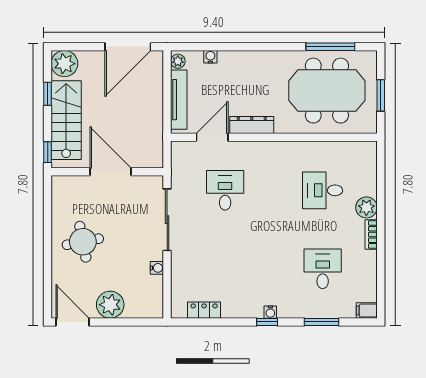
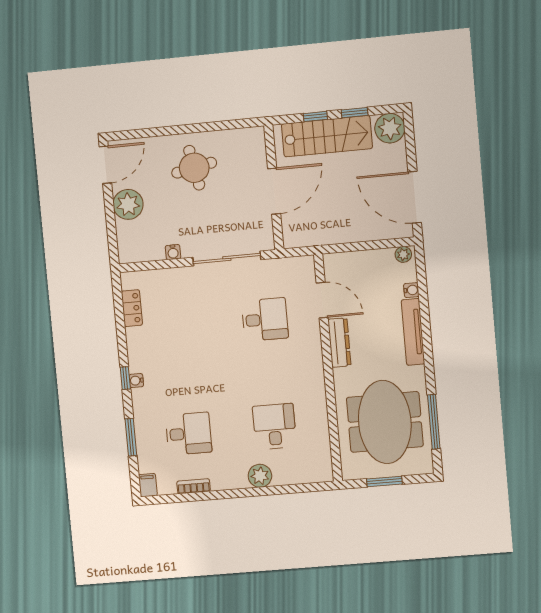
tv unit: (179, 100) -> (413, 332), moved, turned 90
window: (48, 152) -> (315, 116), moved
bookcase: (371, 234) -> (194, 486), moved

